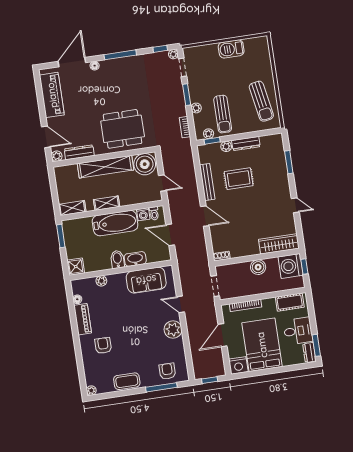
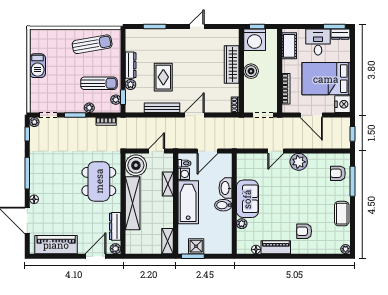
shelving: (107, 203) -> (168, 184), moved
wardrobe: (279, 244) -> (232, 64), moved
shower: (76, 267) -> (196, 246), moved
sofa: (146, 280) -> (247, 199), moved

